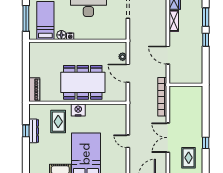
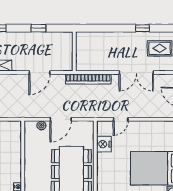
window: (206, 40) -> (38, 28), moved
nightstand: (78, 110) -> (104, 144), moved
door: (128, 141) -> (121, 119), moved

